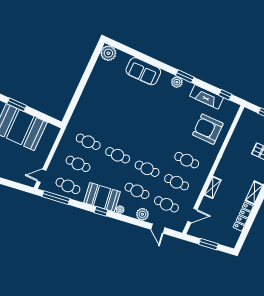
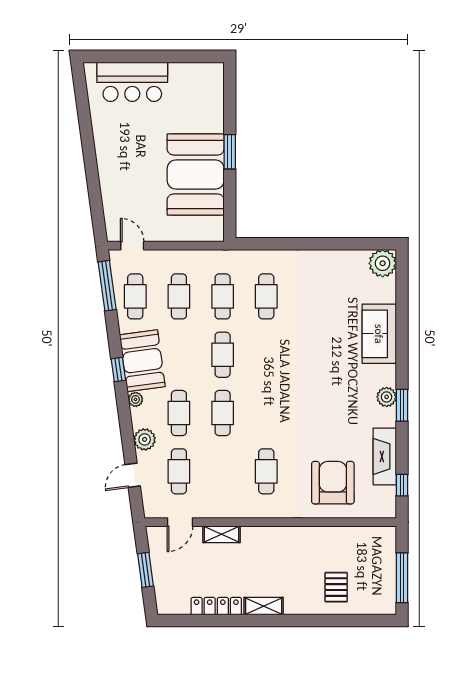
cafe table: (177, 182) -> (266, 296), moved
shelving: (213, 187) -> (221, 534), moved
door: (192, 216) -> (180, 522), hinge flipped

